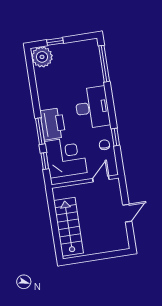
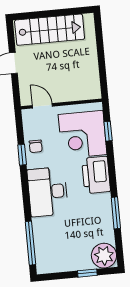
window: (40, 131) -> (116, 213), moved
door: (101, 179) -> (42, 106), swing flipped
stairs: (69, 227) -> (50, 30), moved, turned -90

